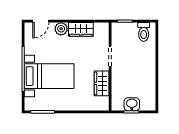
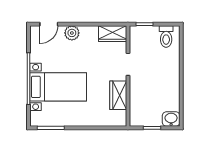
wardrobe: (81, 29) -> (113, 34), moved
washbasin: (132, 104) -> (171, 119), moved

